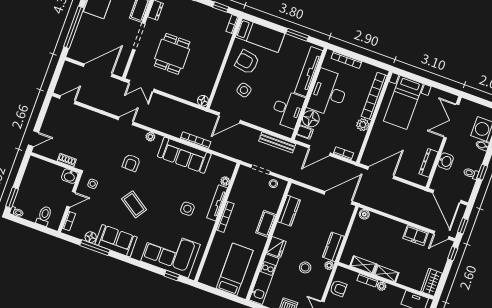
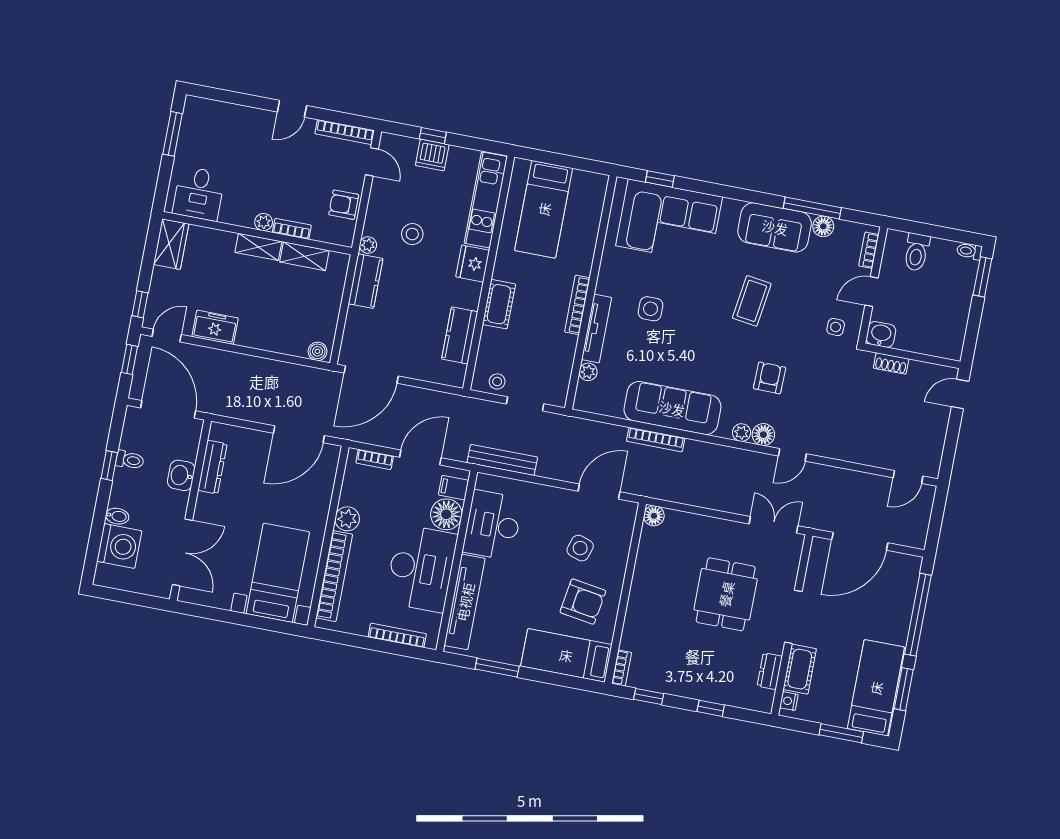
floor lamp: (139, 134) -> (763, 435), added
coffee table: (134, 204) -> (752, 301), turned 64

